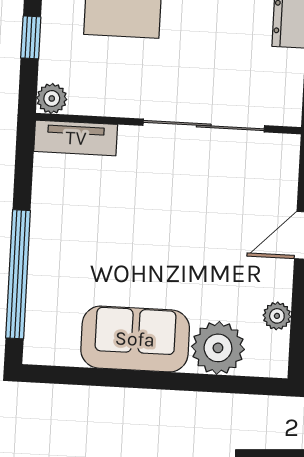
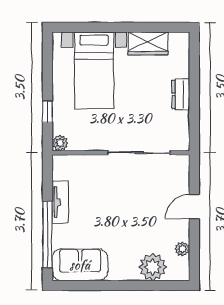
tv unit: (76, 138) -> (60, 202), moved, turned -90
sofa: (135, 339) -> (80, 265), moved

